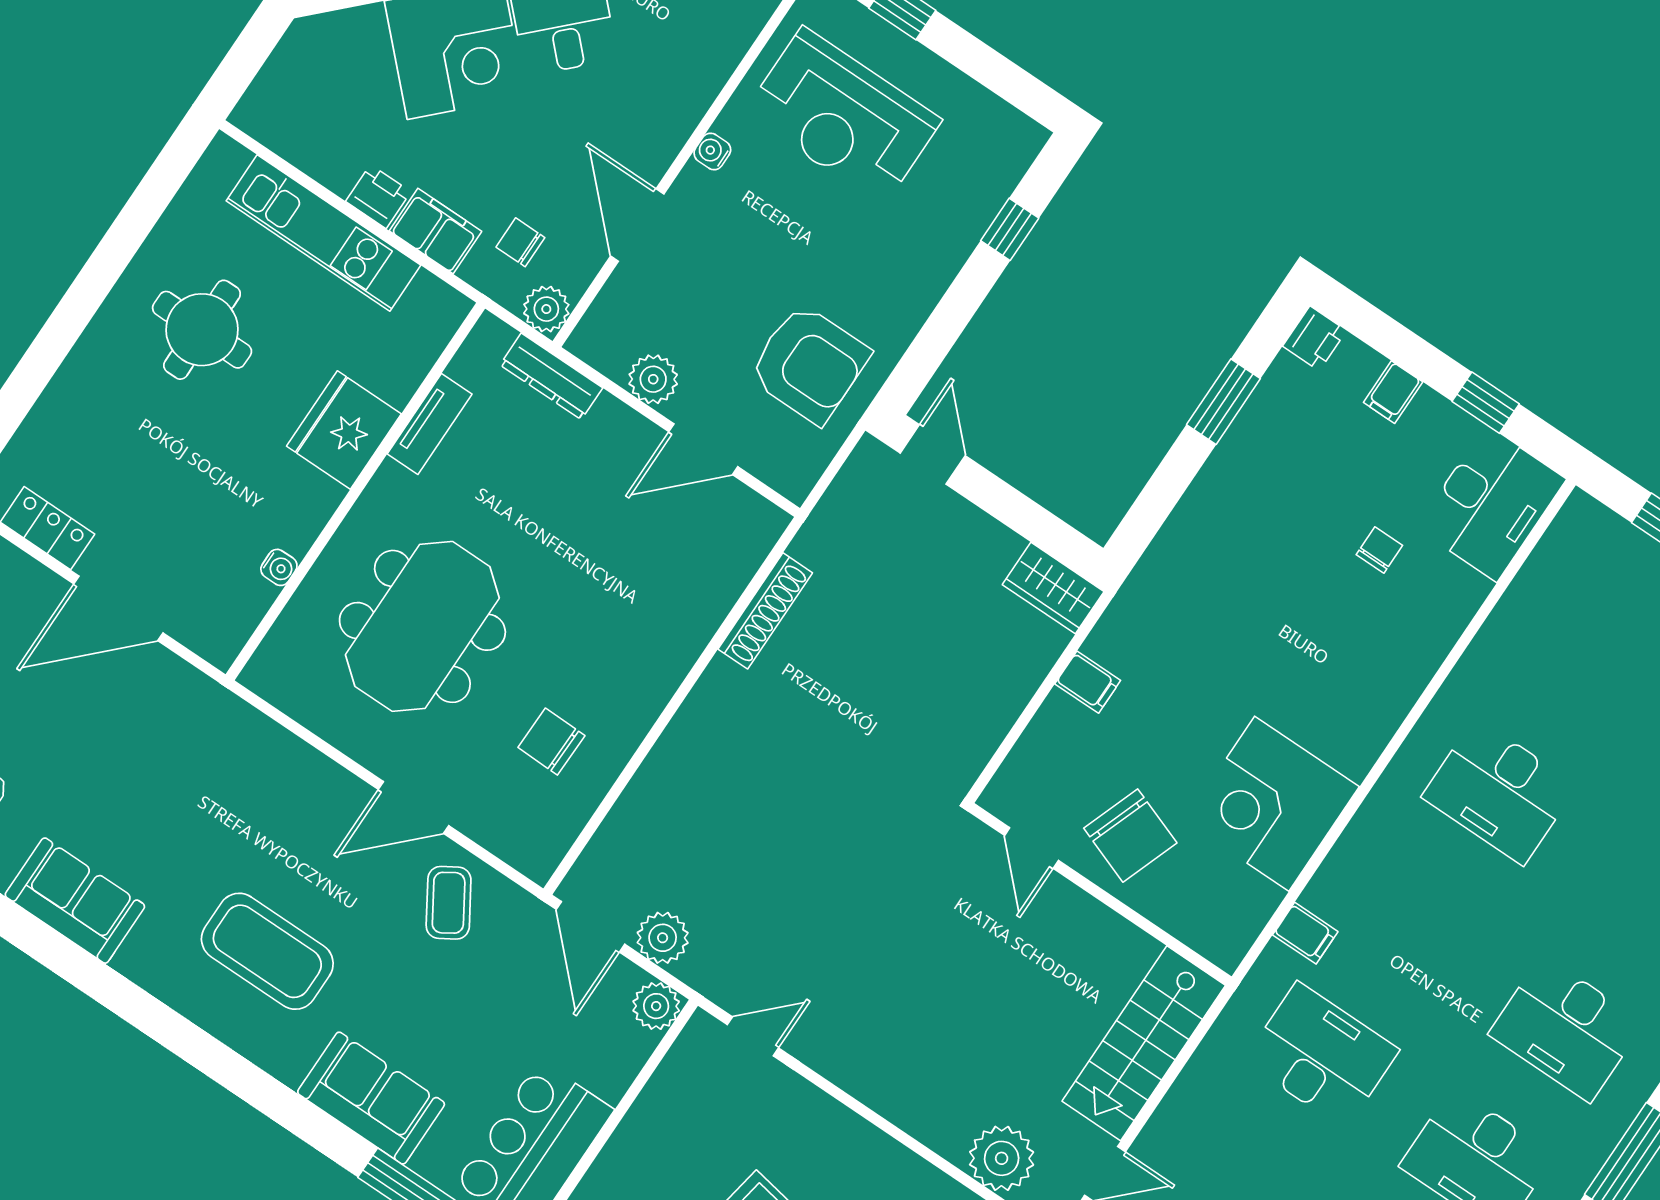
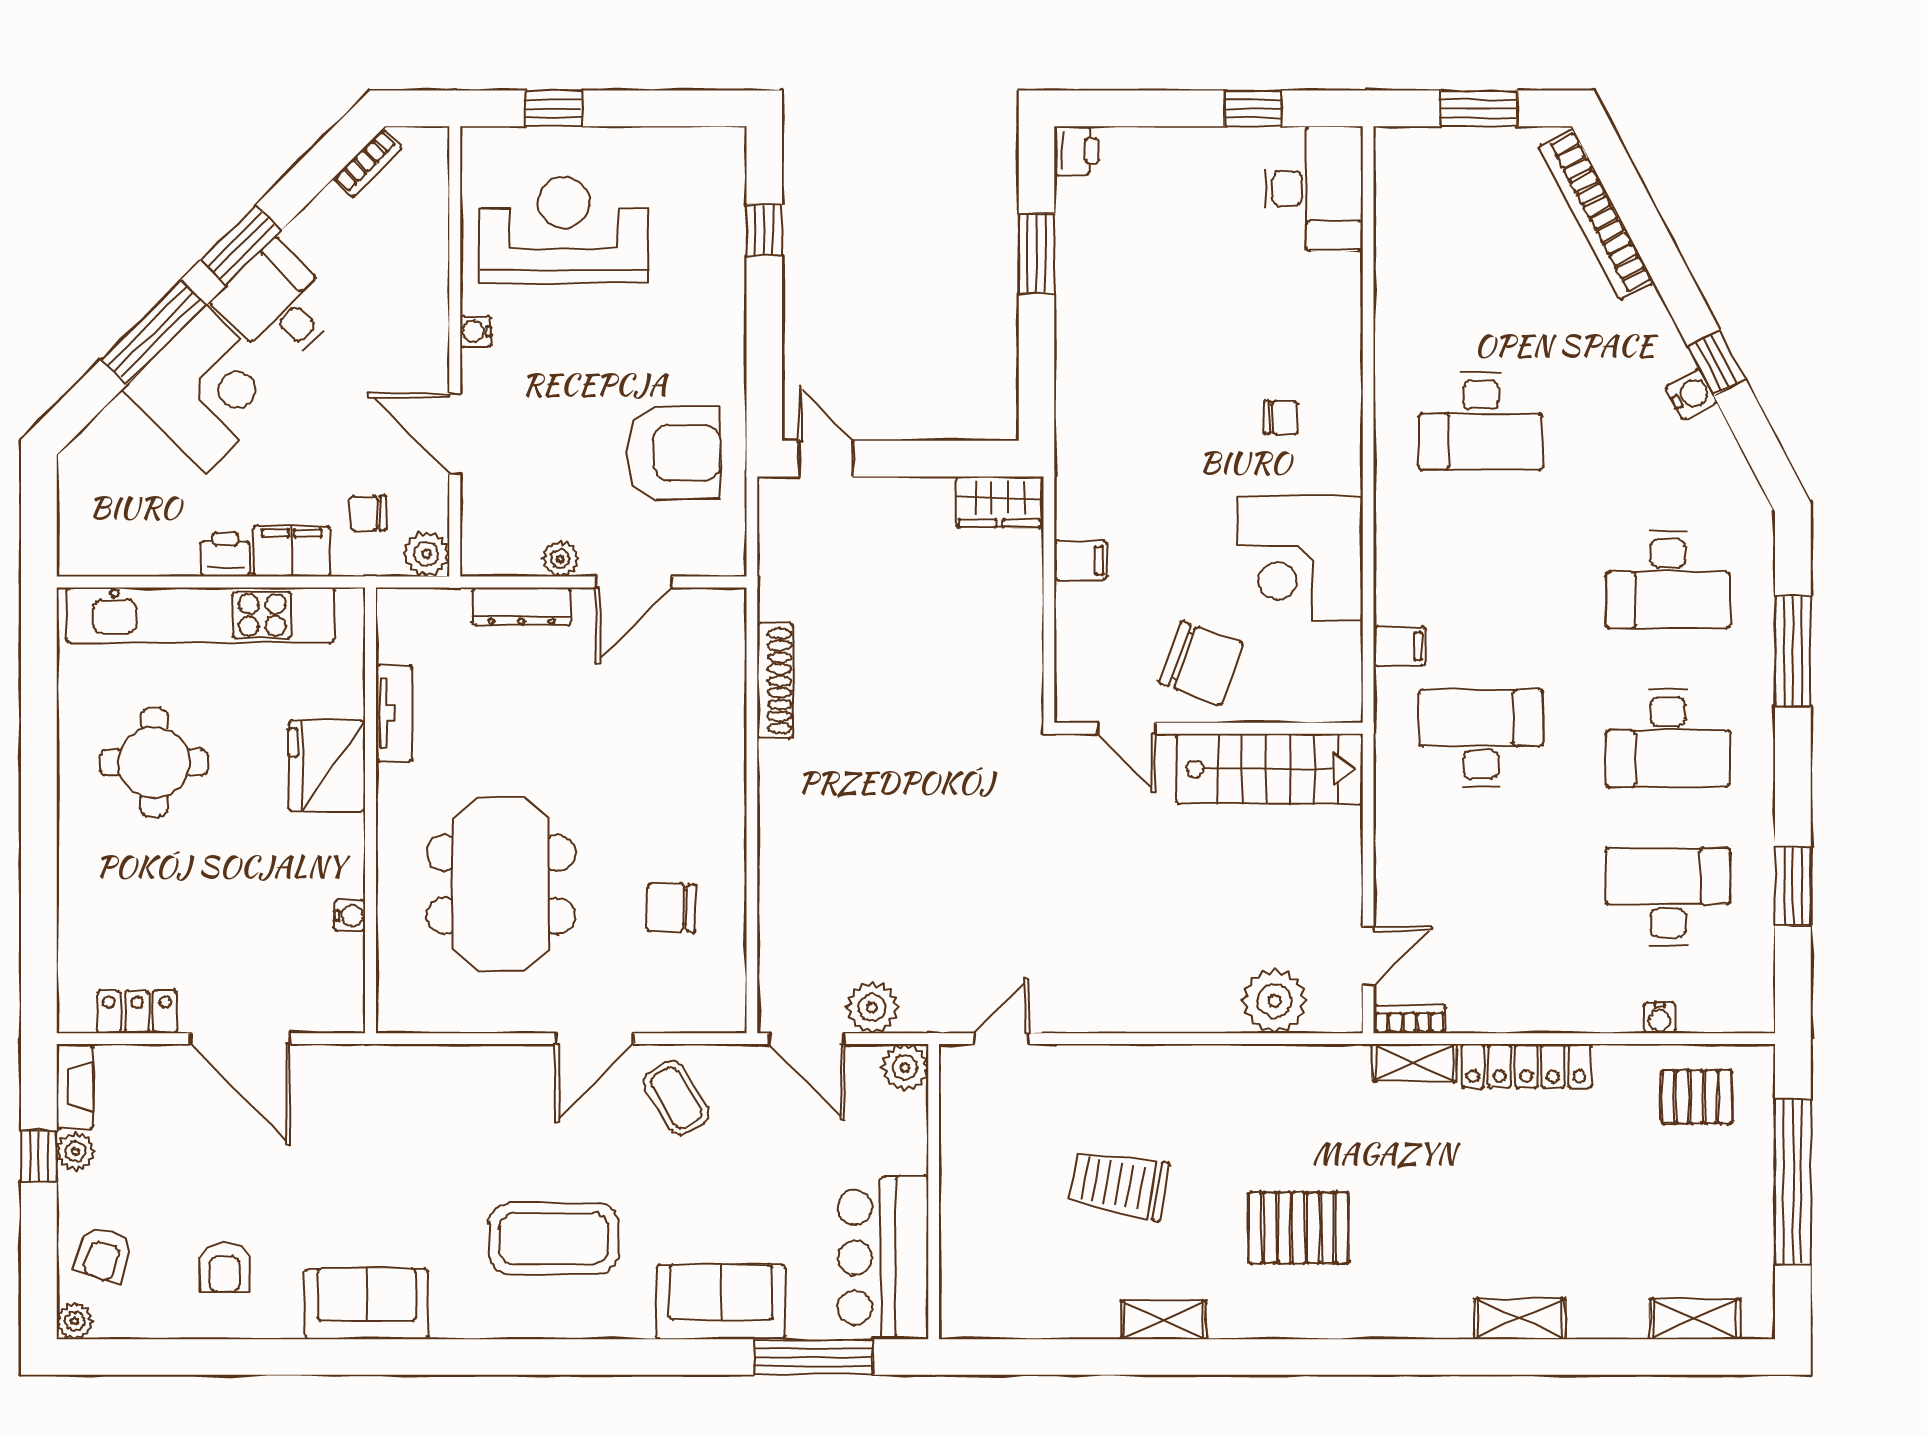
reception desk: (843, 116) -> (564, 230), turned 180
kitchen unit: (324, 233) -> (200, 615), width x1.36
dresser: (551, 376) -> (522, 606), moved
plant: (653, 379) -> (560, 559), width x0.73, depth x0.73
filing cabinet: (1393, 392) -> (1171, 151), removed
chair: (1379, 550) -> (1281, 417), moved, turned 90
door: (118, 608) -> (240, 1039), hinge flipped
stairs: (1144, 1043) -> (1270, 769), moved, turned -90

